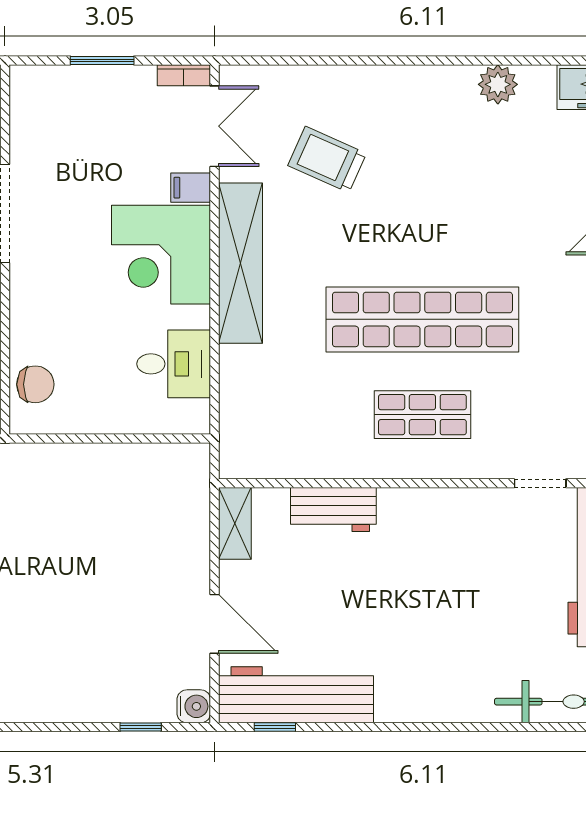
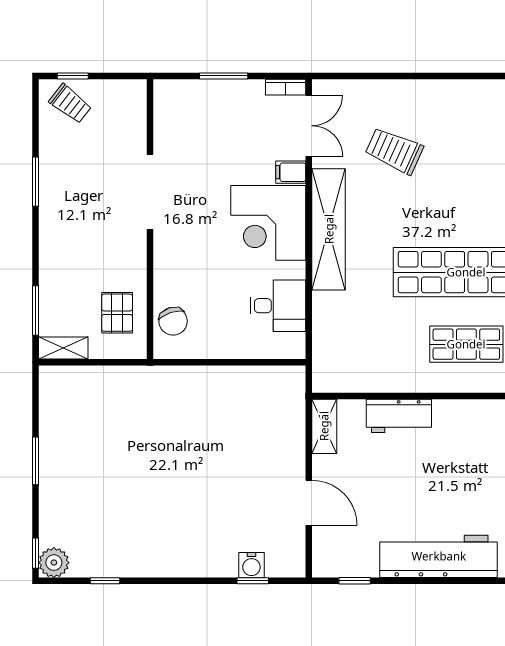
chair: (35, 384) -> (173, 321), turned 72
workbench: (296, 695) -> (439, 556), moved
water cooler: (194, 706) -> (251, 565), moved, turned 90

